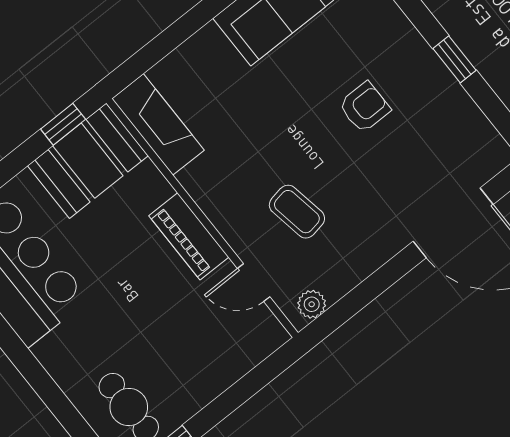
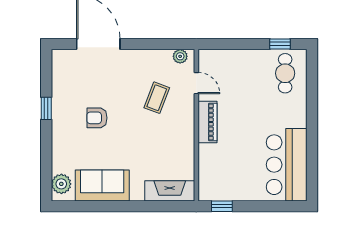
fireplace: (158, 124) -> (170, 191), moved, turned 90
booth: (88, 161) -> (224, 184), removed
coffee table: (297, 212) -> (157, 98), turned 31

